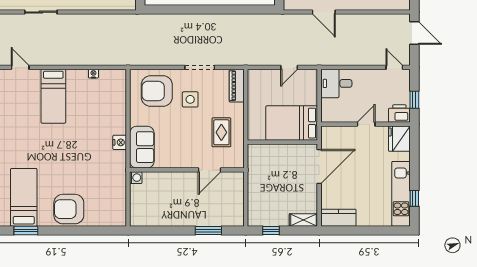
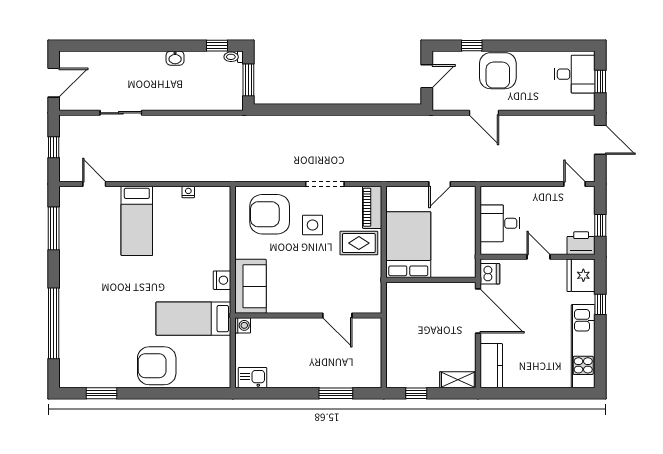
desk: (336, 83) -> (500, 223), moved
bed: (292, 123) -> (408, 245), moved, turned 90
door: (366, 124) -> (538, 257), hinge flipped
rug: (221, 132) -> (359, 243), moved, turned 90
dishwasher: (328, 137) -> (490, 274), added
door: (319, 166) -> (478, 311), hinge flipped
door: (210, 170) -> (337, 315), hinge flipped
bed: (24, 197) -> (193, 319), moved, turned -90
window: (414, 198) -> (600, 304), moved
kitchen sink: (143, 218) -> (253, 378), added
kitchen counter: (339, 218) -> (491, 366), moved, turned 90

